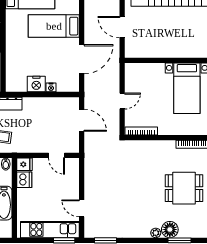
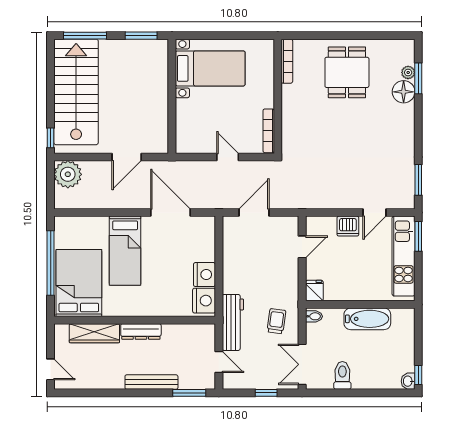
nightstand: (51, 87) -> (204, 301), moved, width x1.89, depth x1.79
dishwasher: (24, 180) -> (348, 226), moved, turned 180
plant: (156, 233) -> (408, 72), moved

